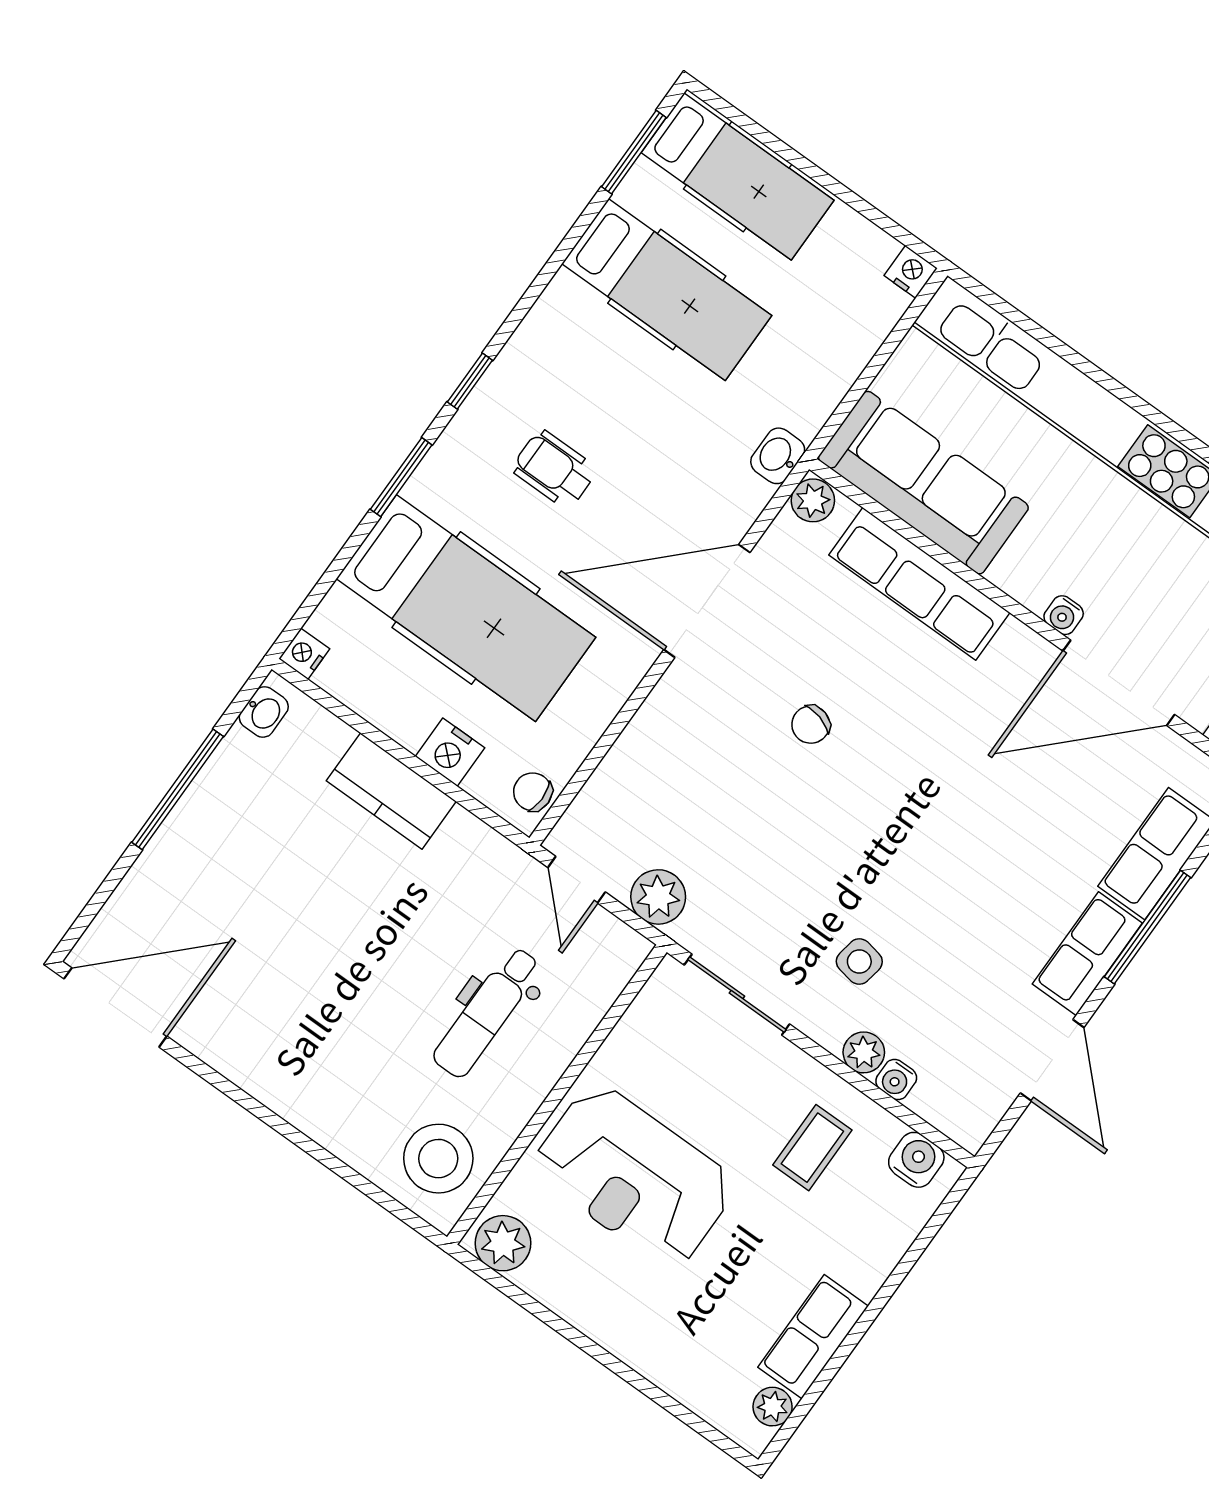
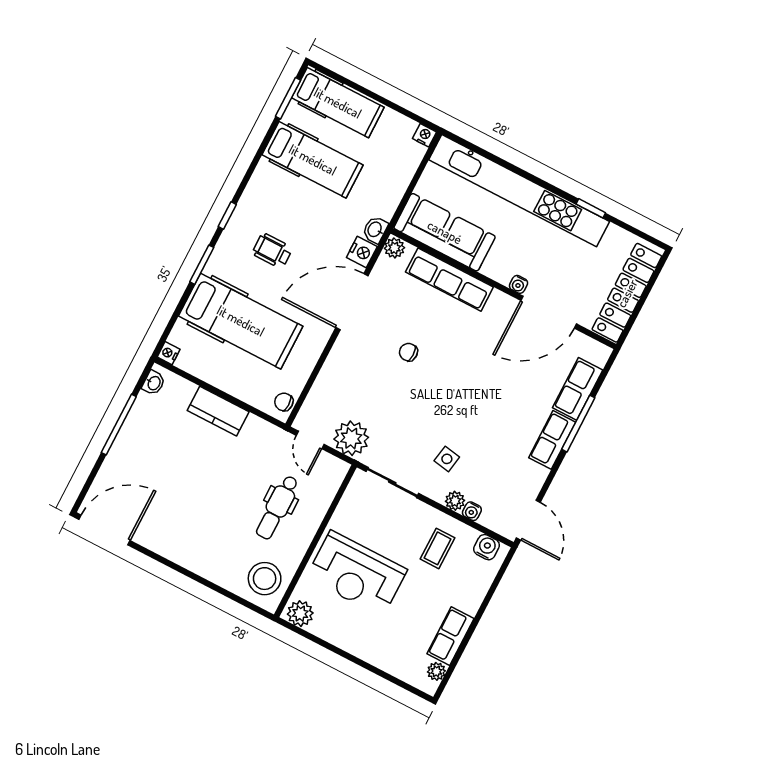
chair: (811, 725) -> (408, 352), turned 75
nightstand: (450, 752) -> (362, 252), moved, turned -90
plant: (658, 897) -> (351, 438), width x1.36, depth x1.36
door: (1052, 1060) -> (528, 520), moved

